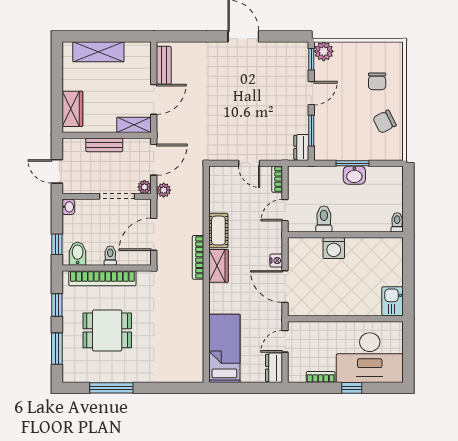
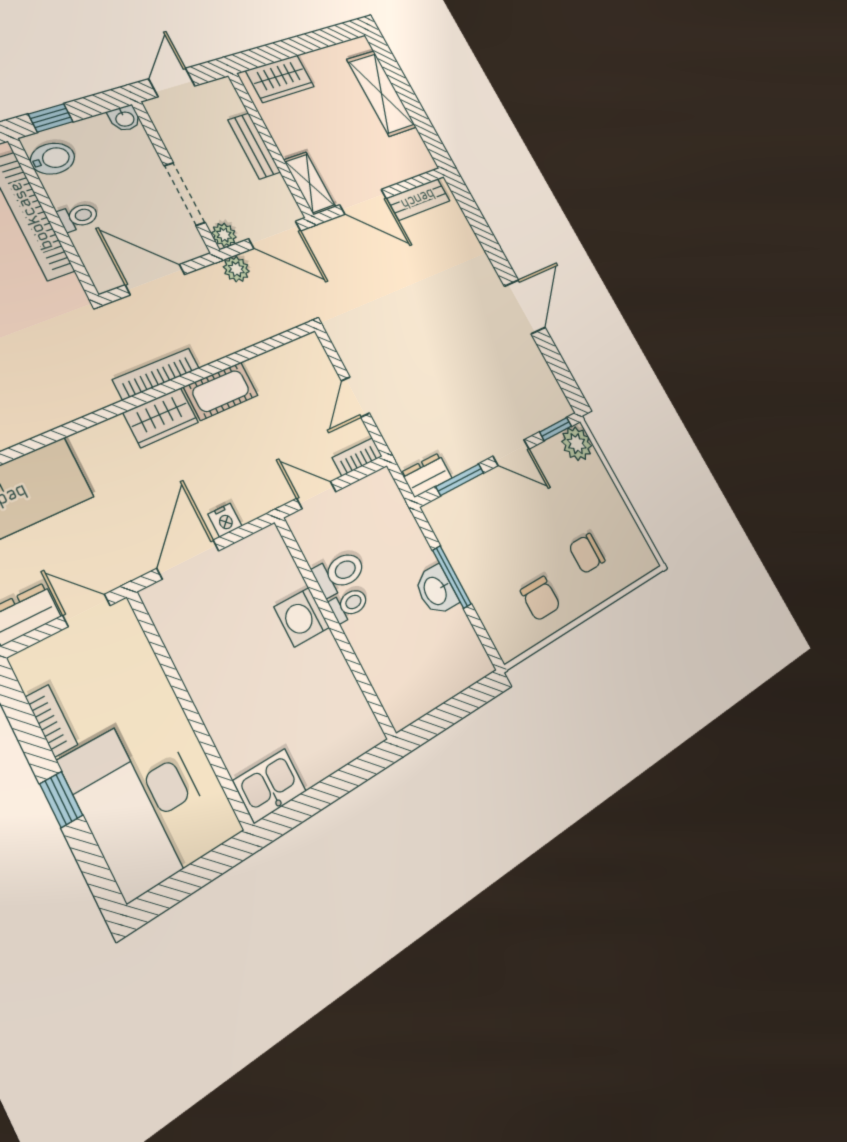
chair: (385, 122) -> (540, 599), turned -153
toilet: (397, 222) -> (349, 604), moved

